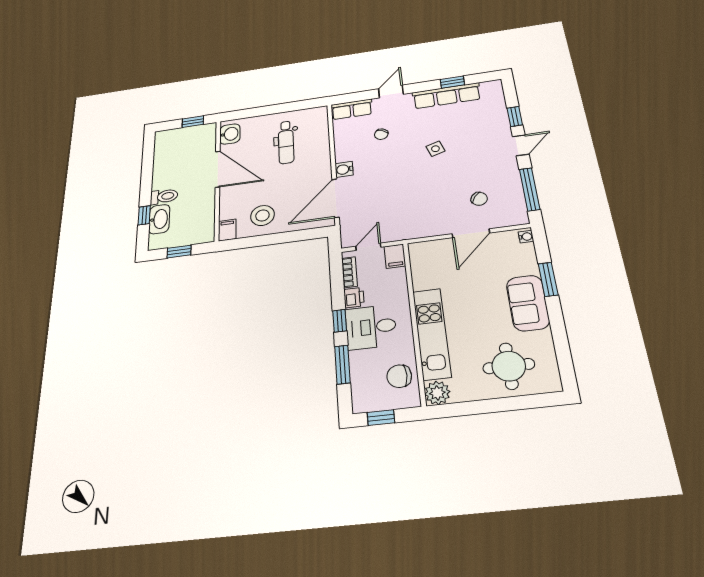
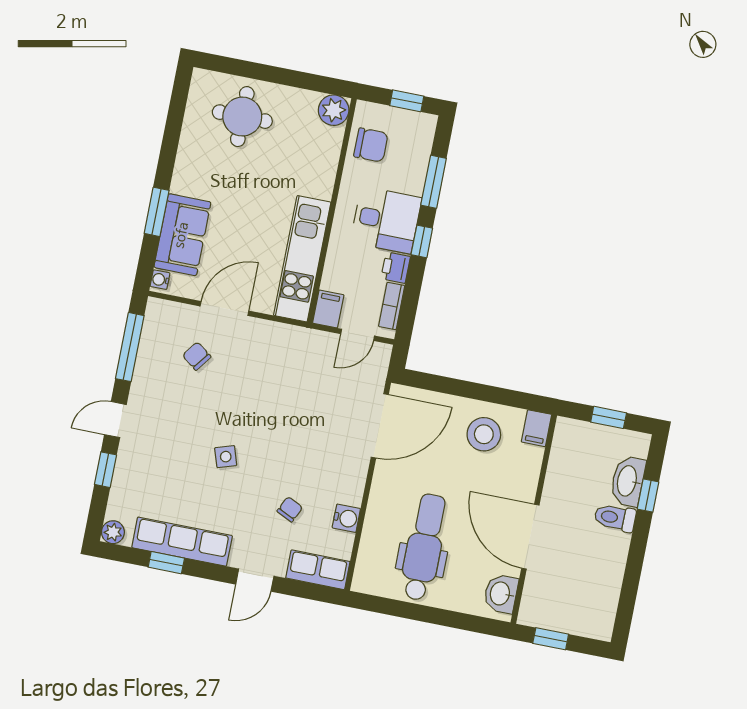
plant: (494, 86) -> (113, 532), added
dental chair: (286, 142) -> (424, 547), width x1.36, depth x1.38
water cooler: (344, 169) -> (346, 518), moved
sofa: (528, 303) -> (182, 235), moved
kitchen unit: (432, 334) -> (302, 259), moved

